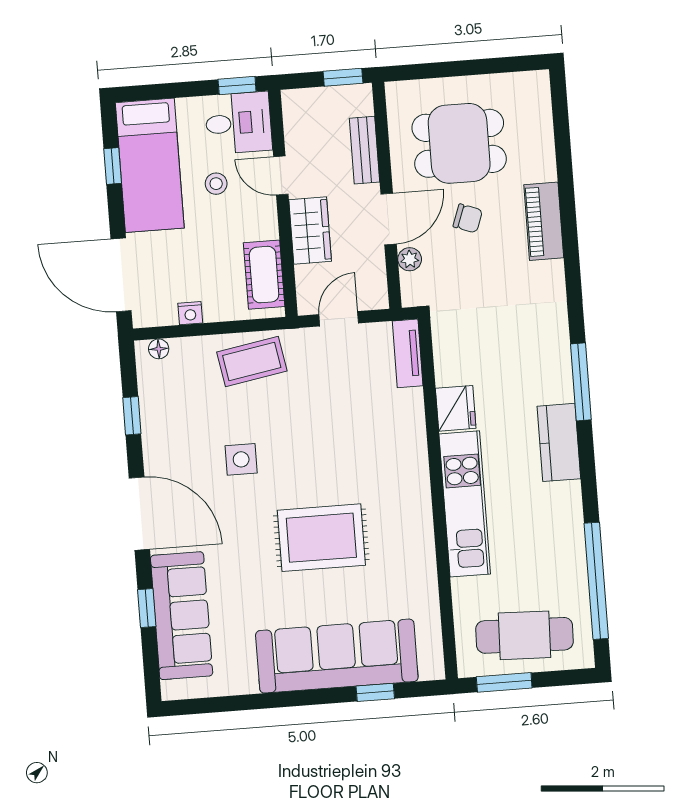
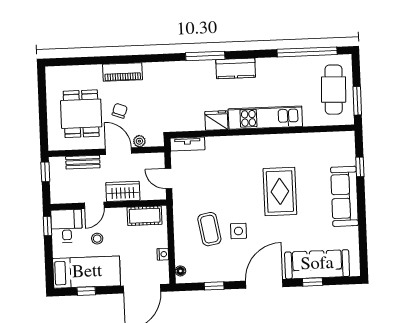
coffee table: (252, 361) -> (209, 229), moved
sofa: (337, 656) -> (344, 196), width x0.74, depth x0.79

